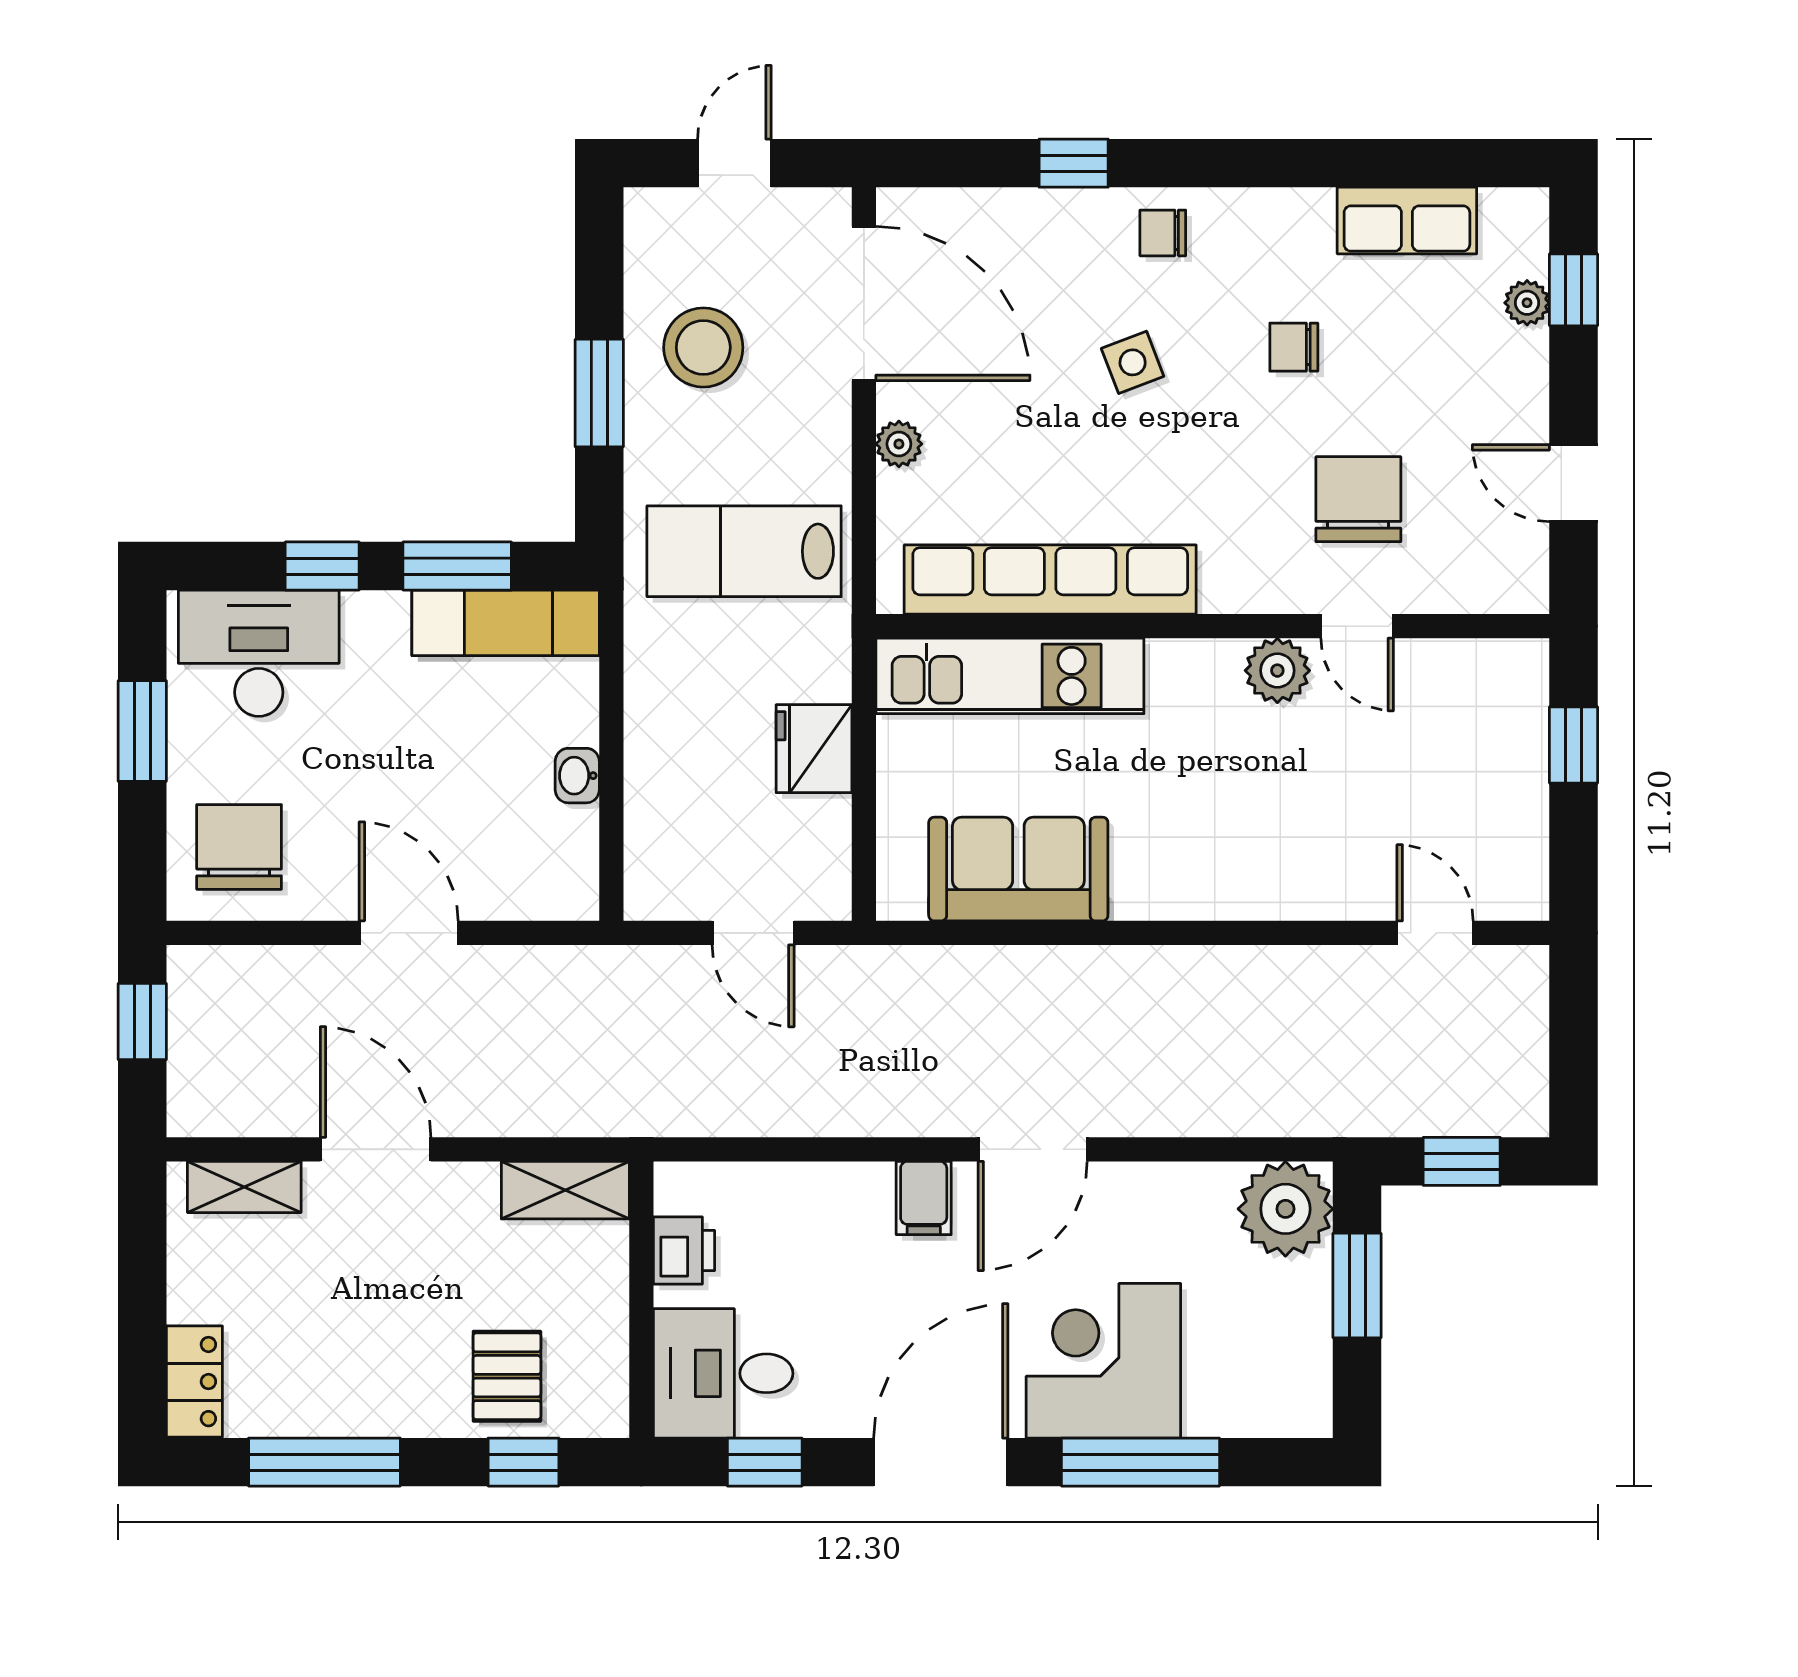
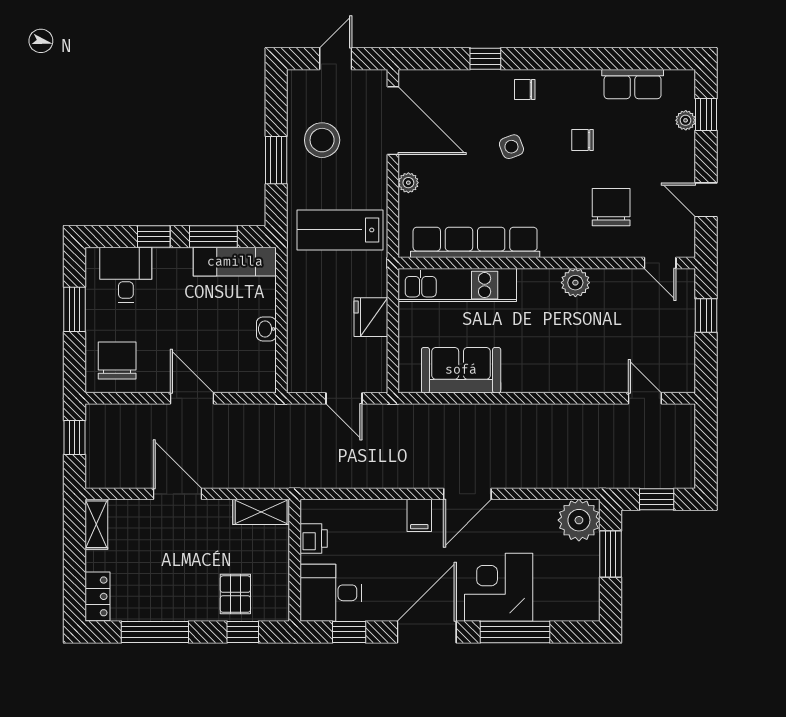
door: (1357, 626) -> (660, 263), moved
desk: (259, 653) -> (126, 275), width x0.73
shelving: (244, 1187) -> (96, 524), moved, turned 90

